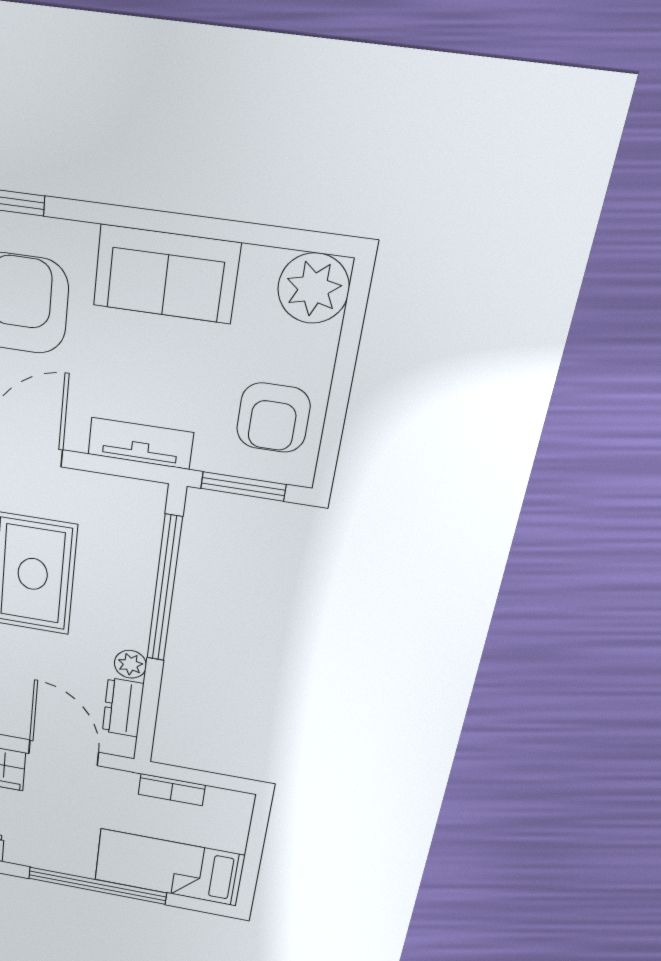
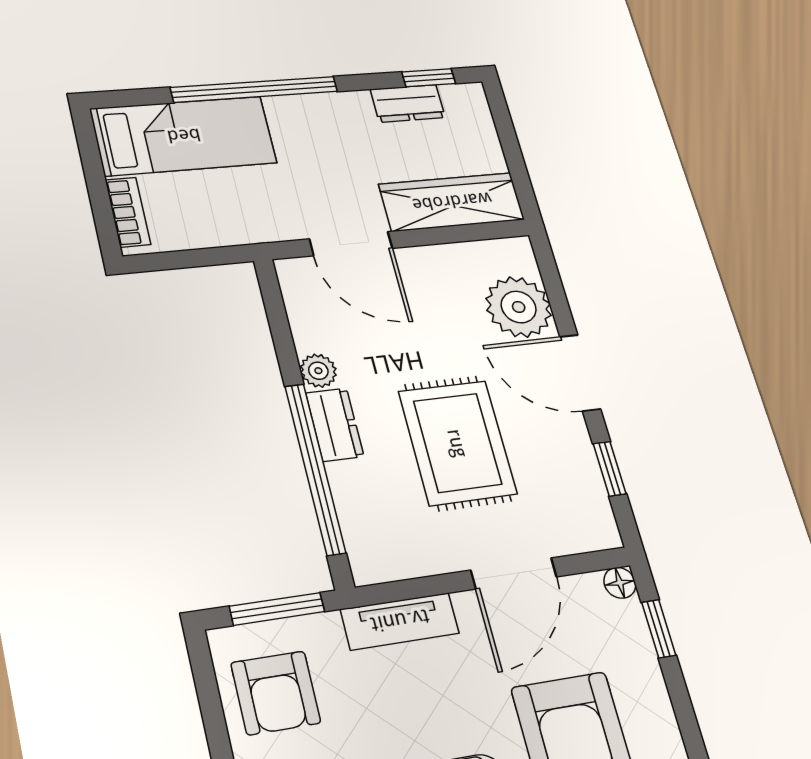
armchair: (273, 418) -> (276, 693), turned 180
dresser: (123, 708) -> (335, 425), moved
bookcase: (172, 790) -> (128, 212), moved, turned 90

